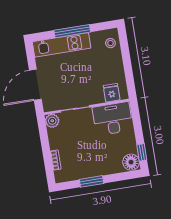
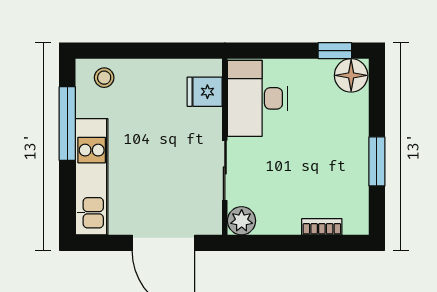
window: (72, 31) -> (67, 124), moved

